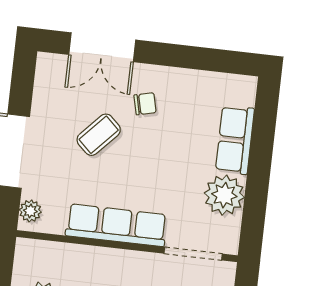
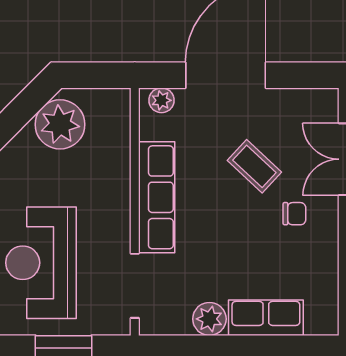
chair: (145, 104) -> (294, 214), turned -77
plant: (224, 195) -> (209, 319), width x0.73, depth x0.73

